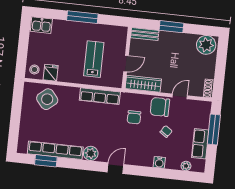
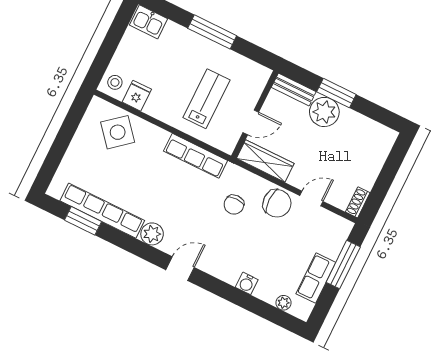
plant: (206, 45) -> (324, 112), moved
chair: (160, 107) -> (277, 203), turned 180
chair: (166, 131) -> (273, 242), removed

